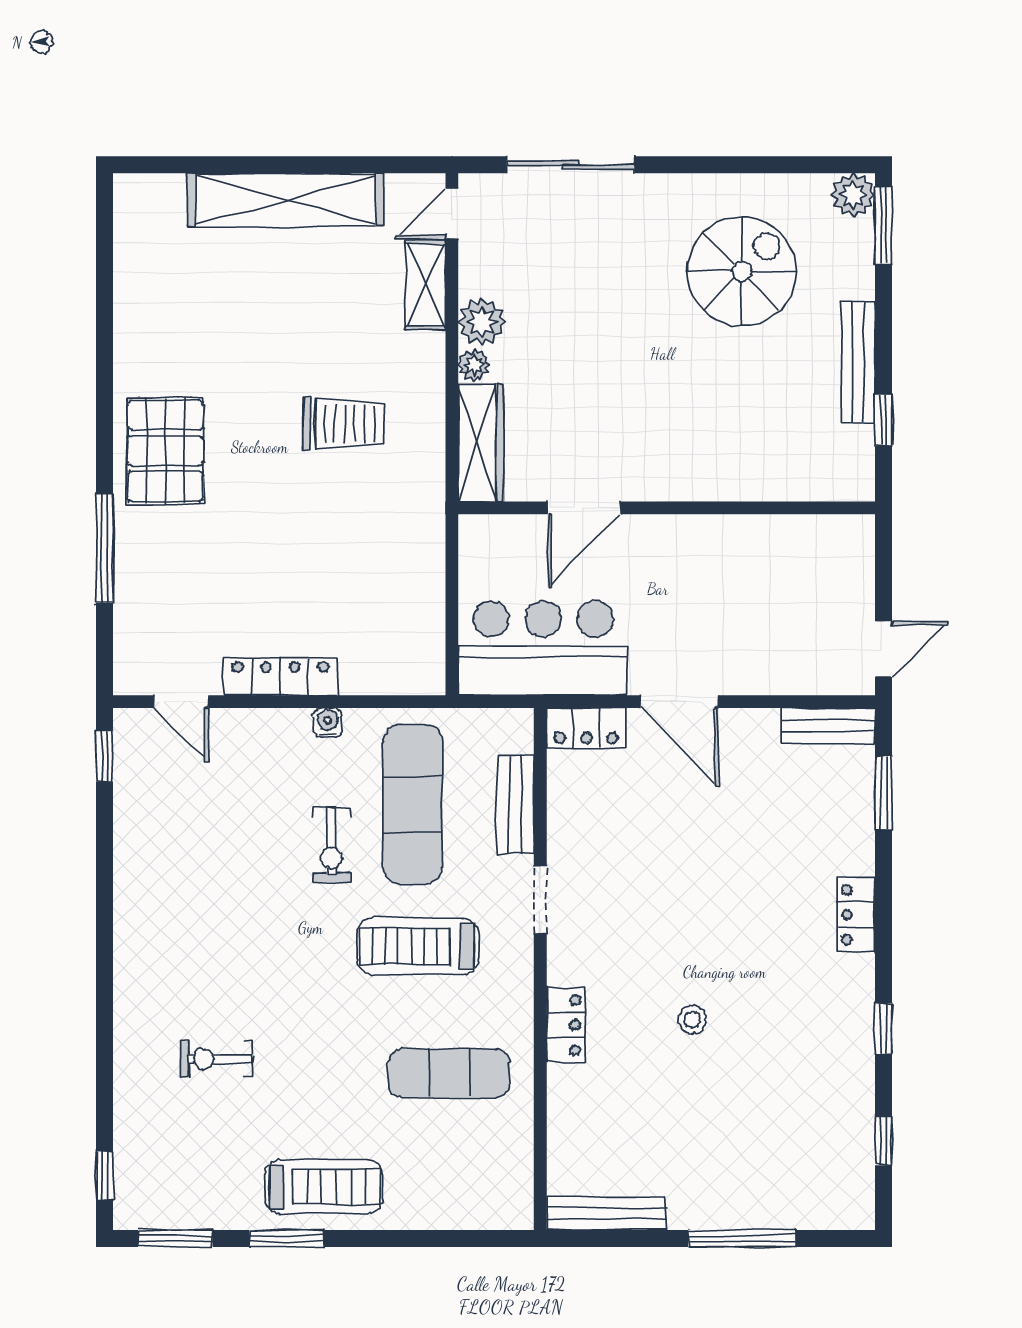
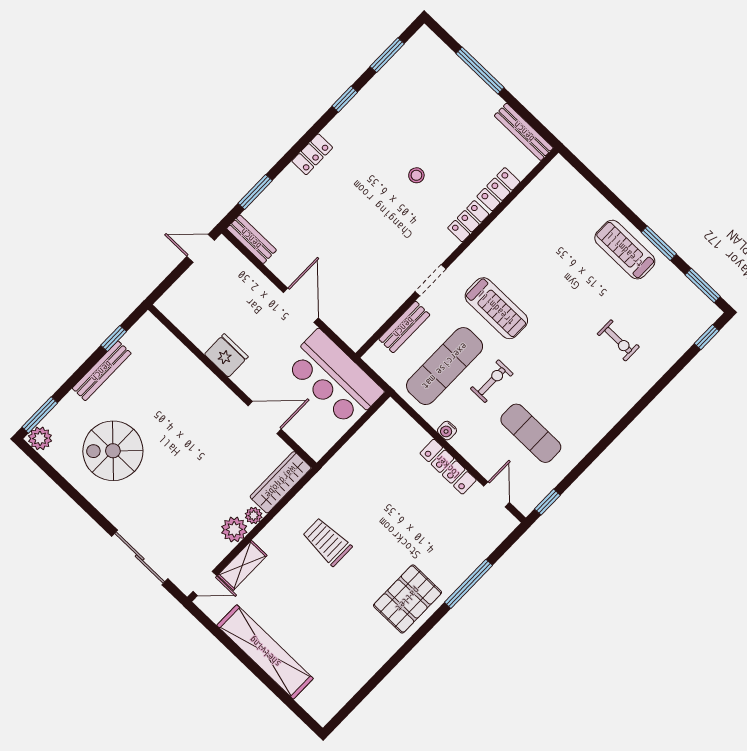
fridge: (714, 541) -> (226, 355), added
locker: (586, 728) -> (498, 189), moved, turned -90
exercise mat: (449, 1073) -> (531, 433), moved
window: (883, 1141) -> (387, 55), width x1.50

